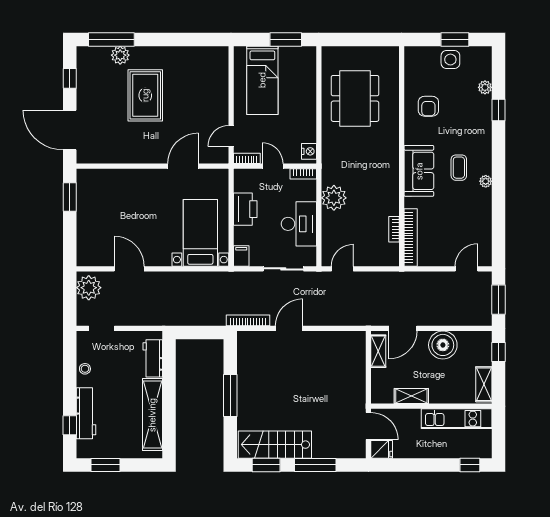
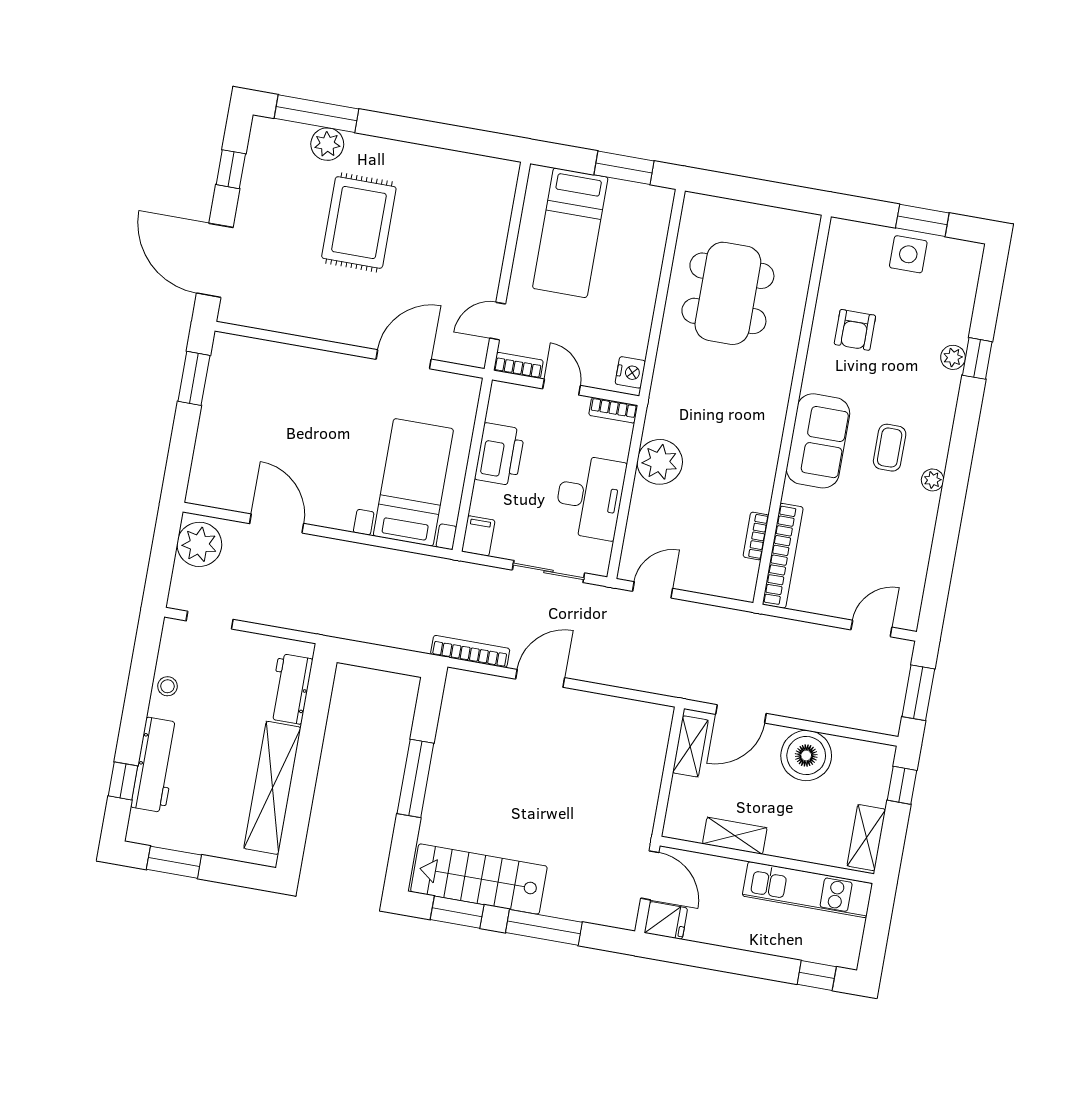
plant: (485, 87) -> (953, 357), moved

